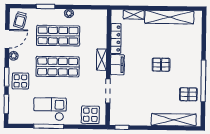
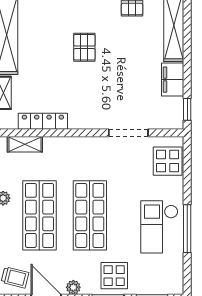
shelving: (101, 60) -> (25, 144), moved
filing cabinet: (117, 65) -> (173, 80), moved, turned -90

